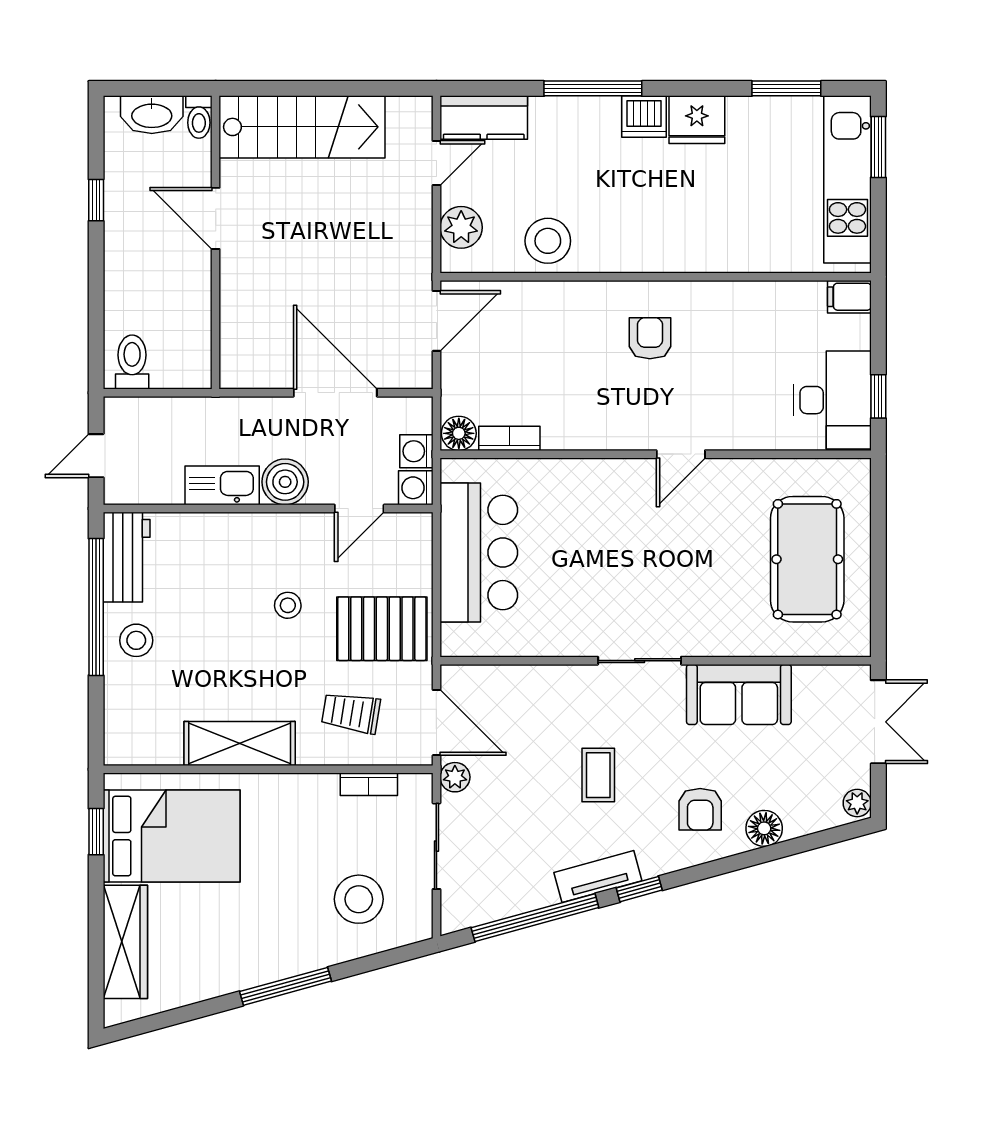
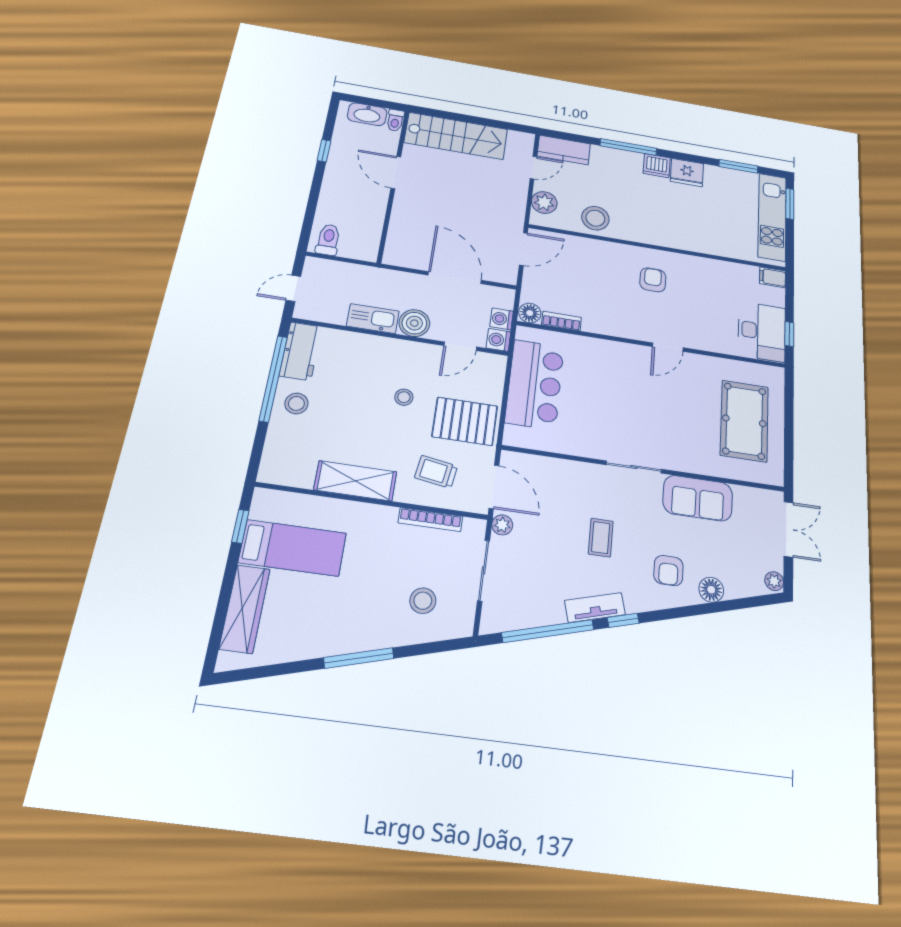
bookcase: (369, 784) -> (430, 520), width x1.56
bed: (172, 836) -> (293, 548), width x0.67
stool: (359, 899) -> (423, 601), width x0.73, depth x0.73

